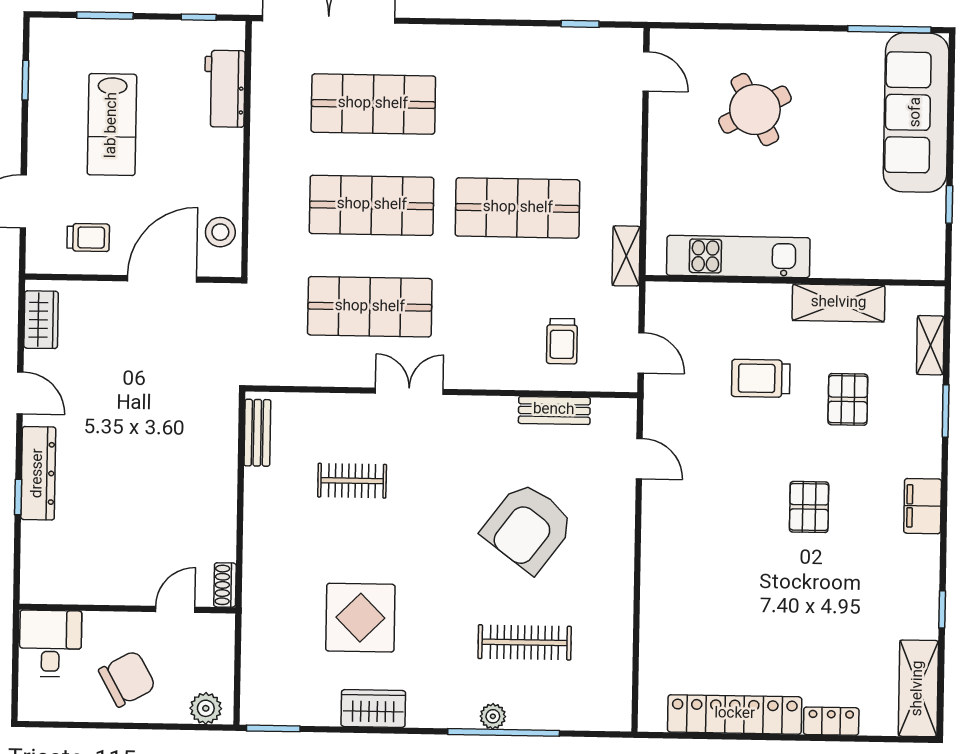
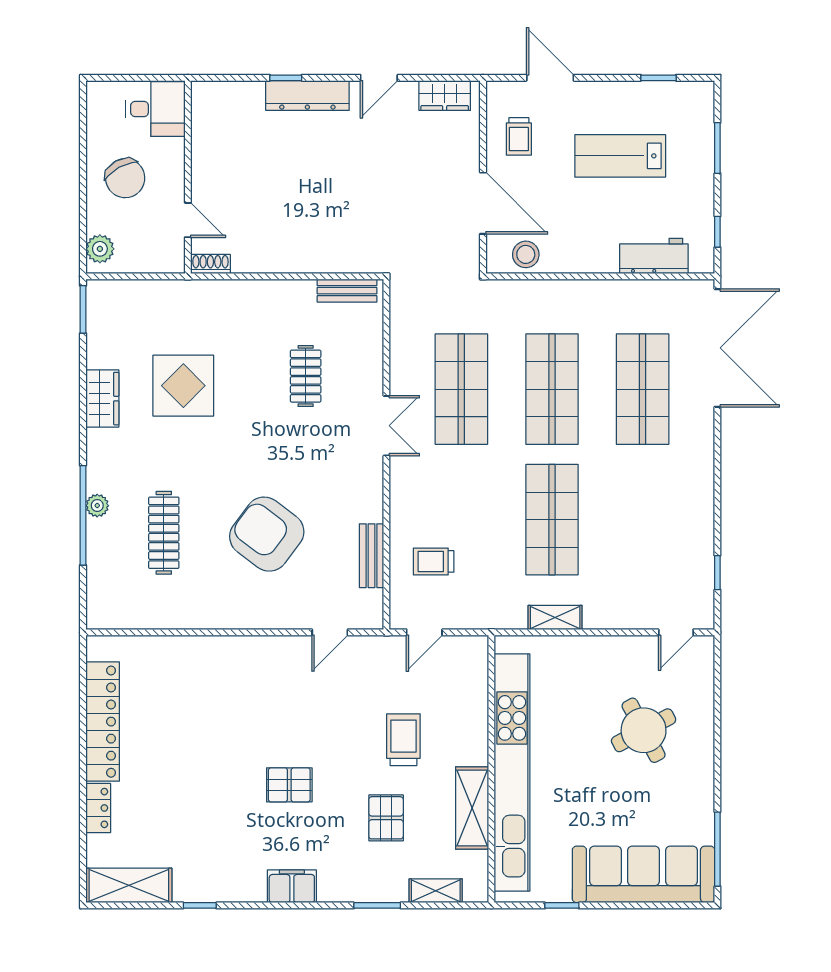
shelving: (626, 256) -> (555, 617), moved
kitchen unit: (738, 256) -> (512, 772), width x1.86
pallet: (848, 399) -> (386, 818), turned 90

